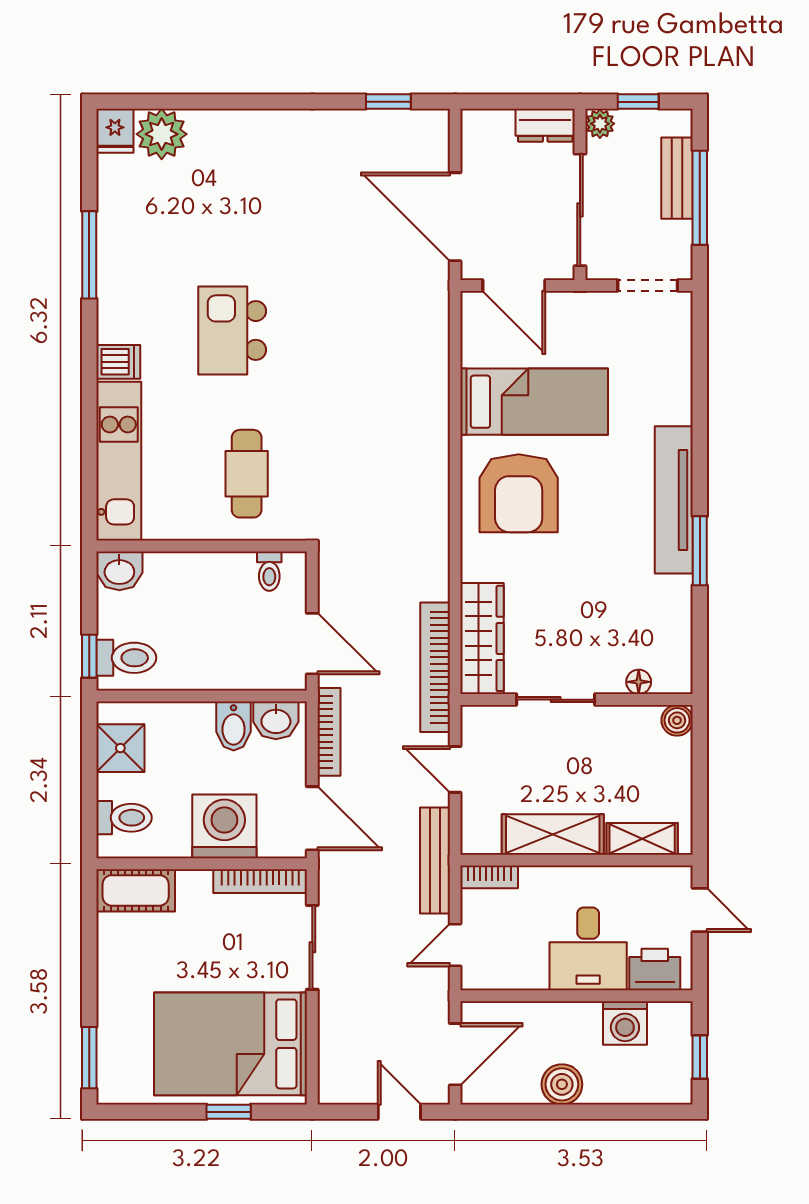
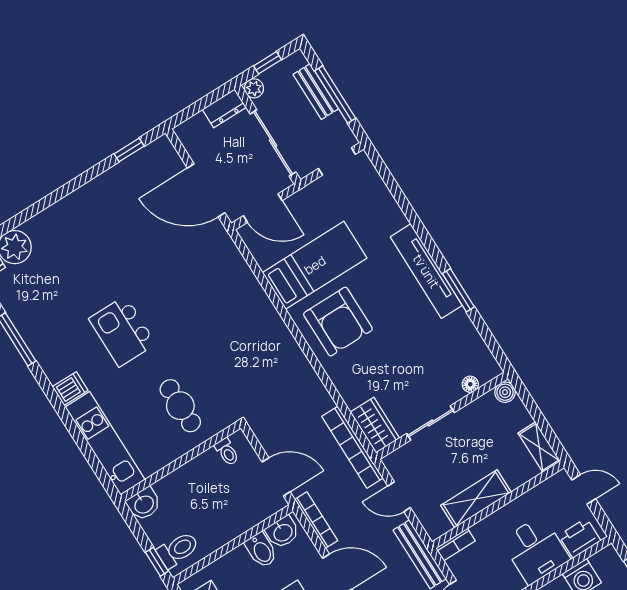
wardrobe: (482, 638) -> (375, 425), width x0.67
shelving: (642, 839) -> (539, 447), moved, turned 90

